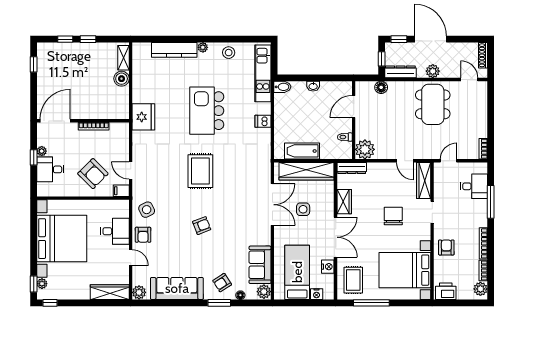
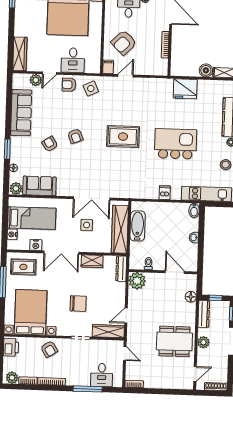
fridge: (143, 117) -> (185, 89), moved
armchair: (446, 247) -> (49, 349), turned 58
armchair: (222, 283) -> (50, 144), moved
plant: (139, 292) -> (36, 80), moved

